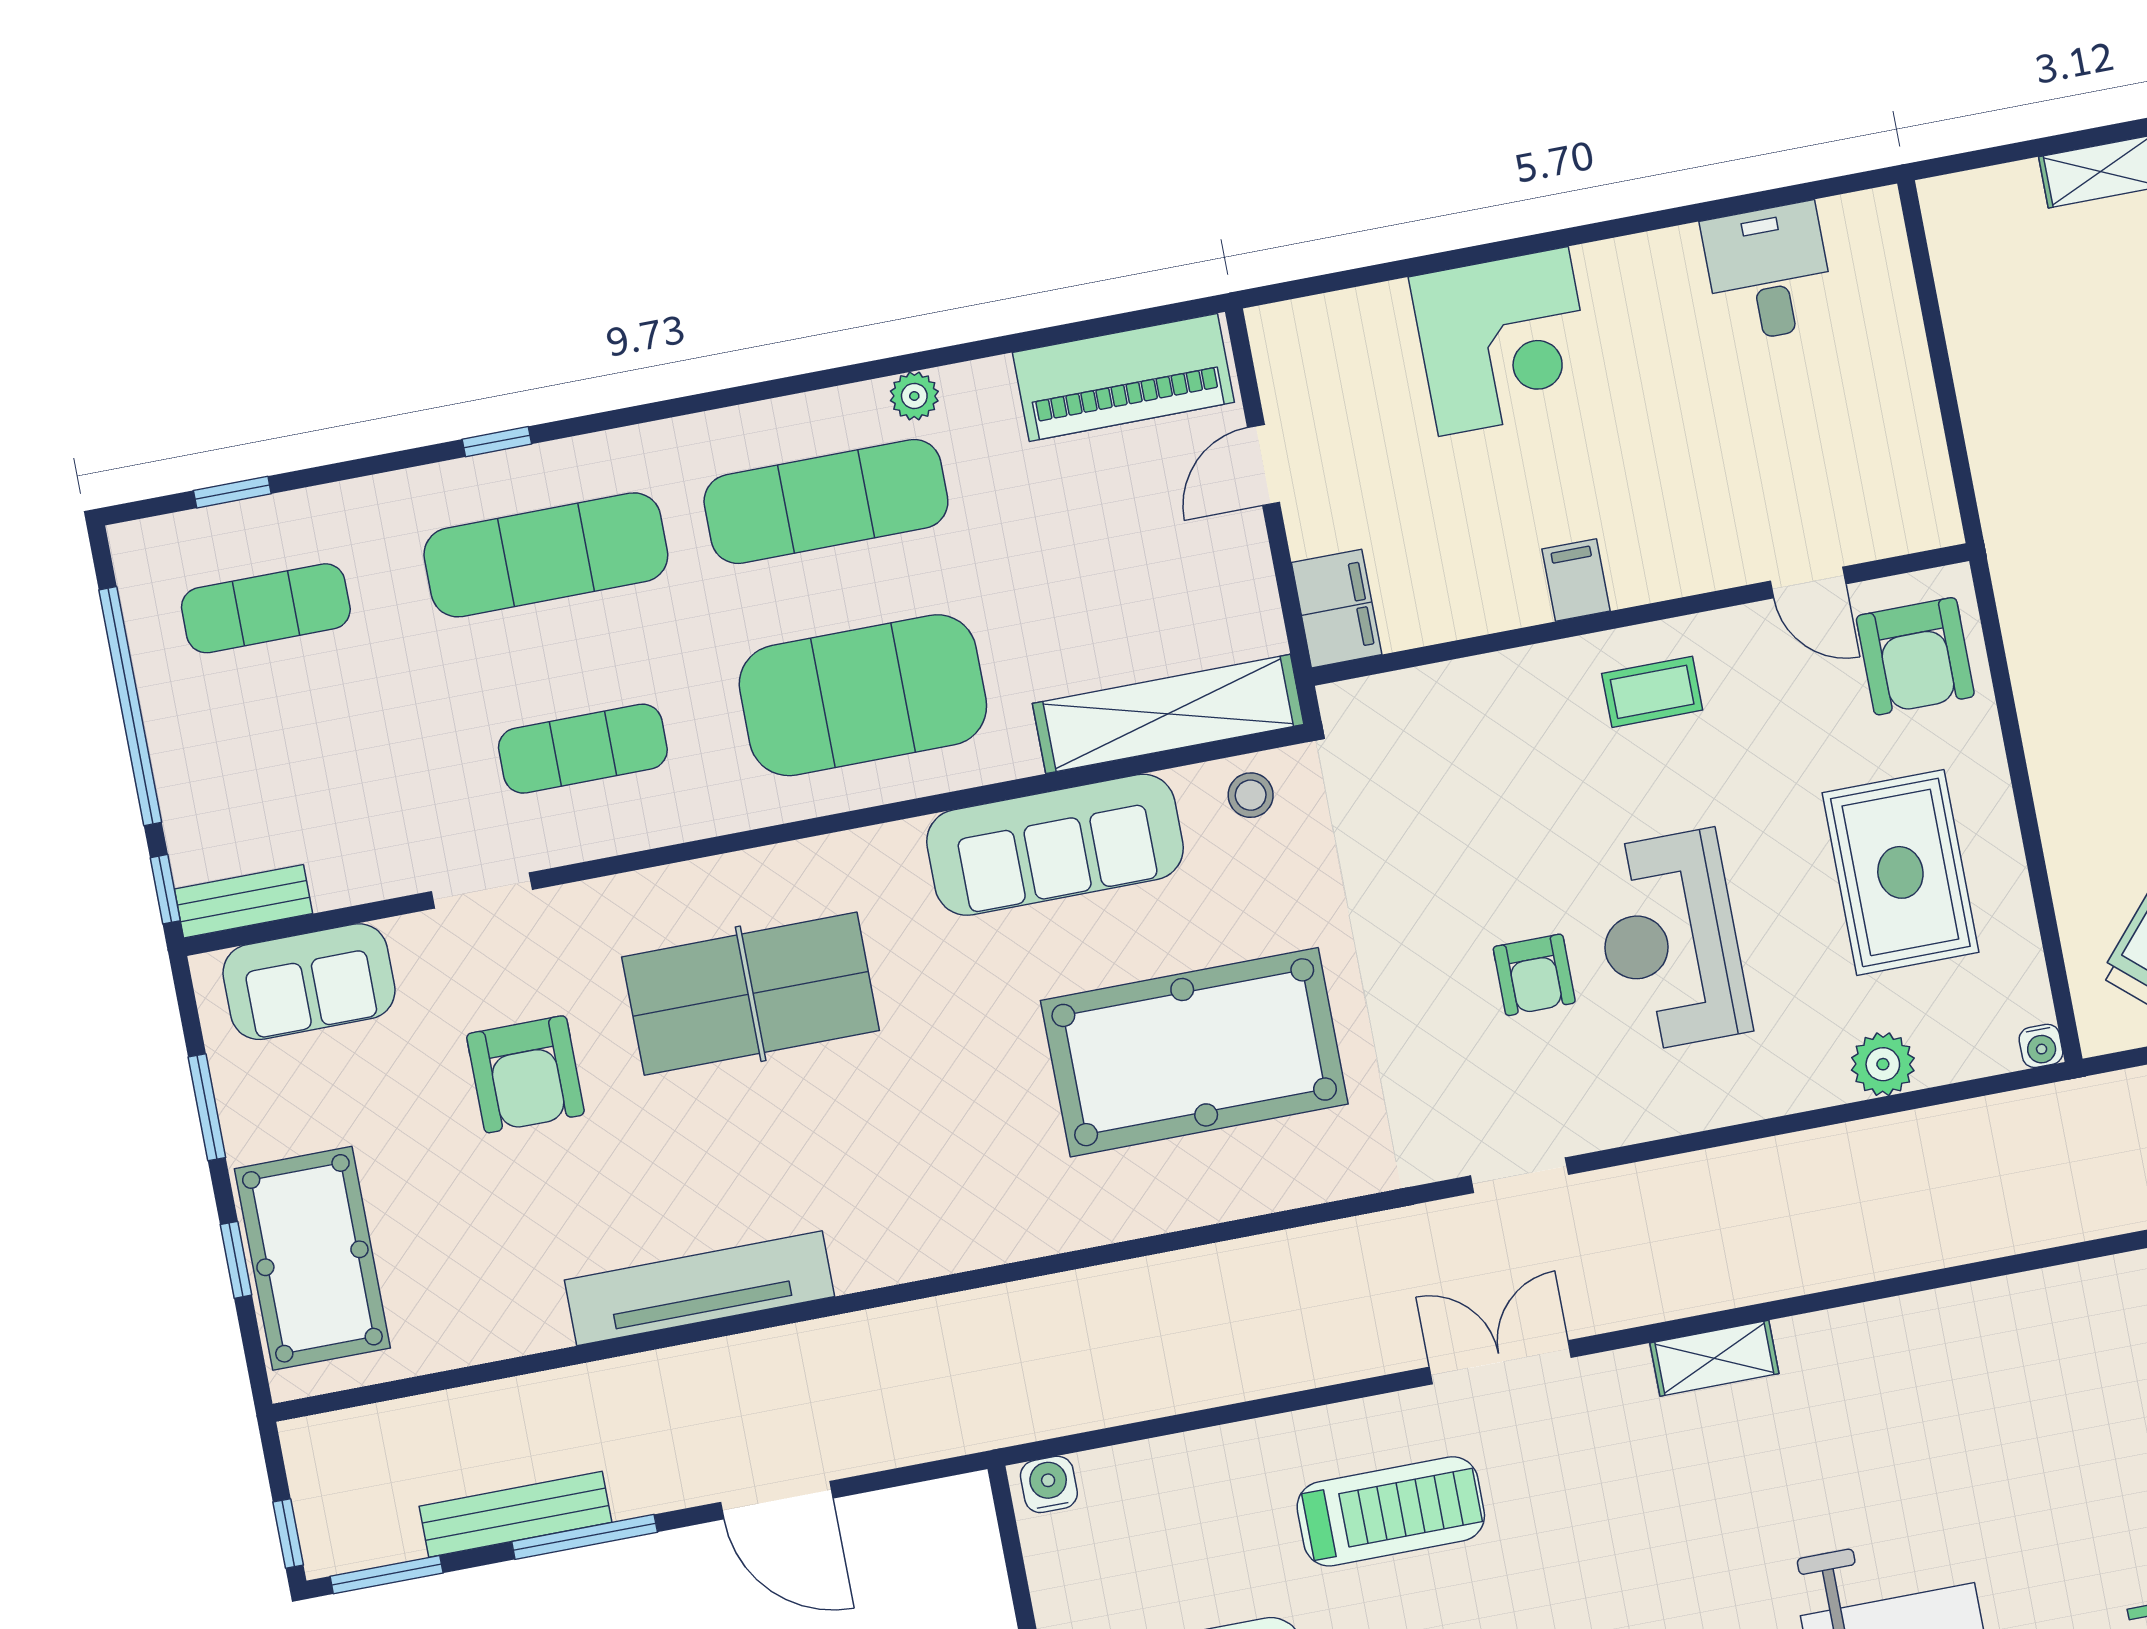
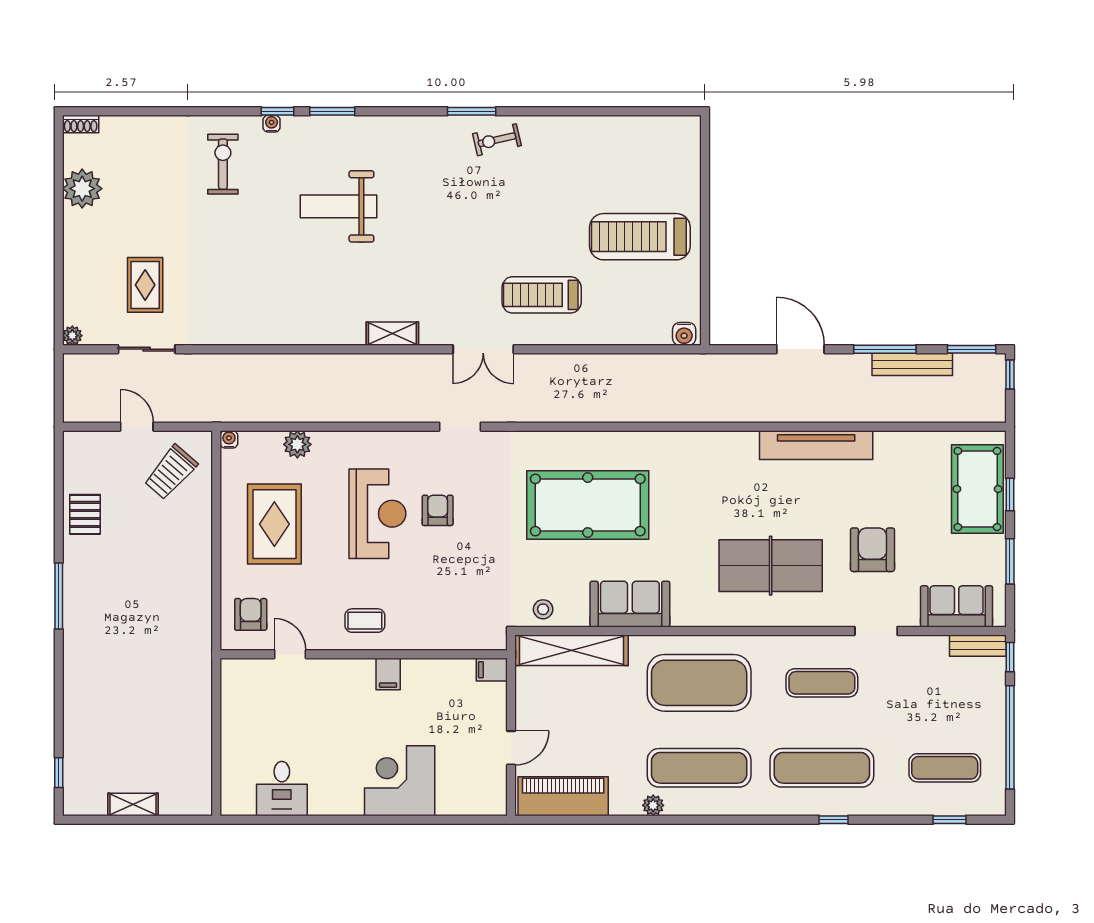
filing cabinet: (1337, 609) -> (492, 670), width x0.50
armchair: (1915, 656) -> (251, 614), width x0.72, depth x0.72
sofa: (1055, 845) -> (630, 604), width x0.73

